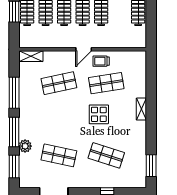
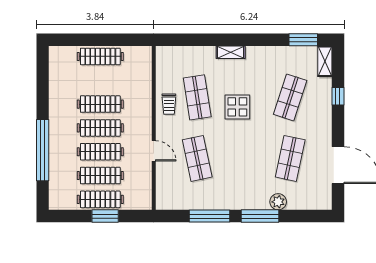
door: (84, 49) -> (154, 151), moved
shelving: (31, 56) -> (325, 61), moved
window: (14, 166) -> (304, 216), removed

